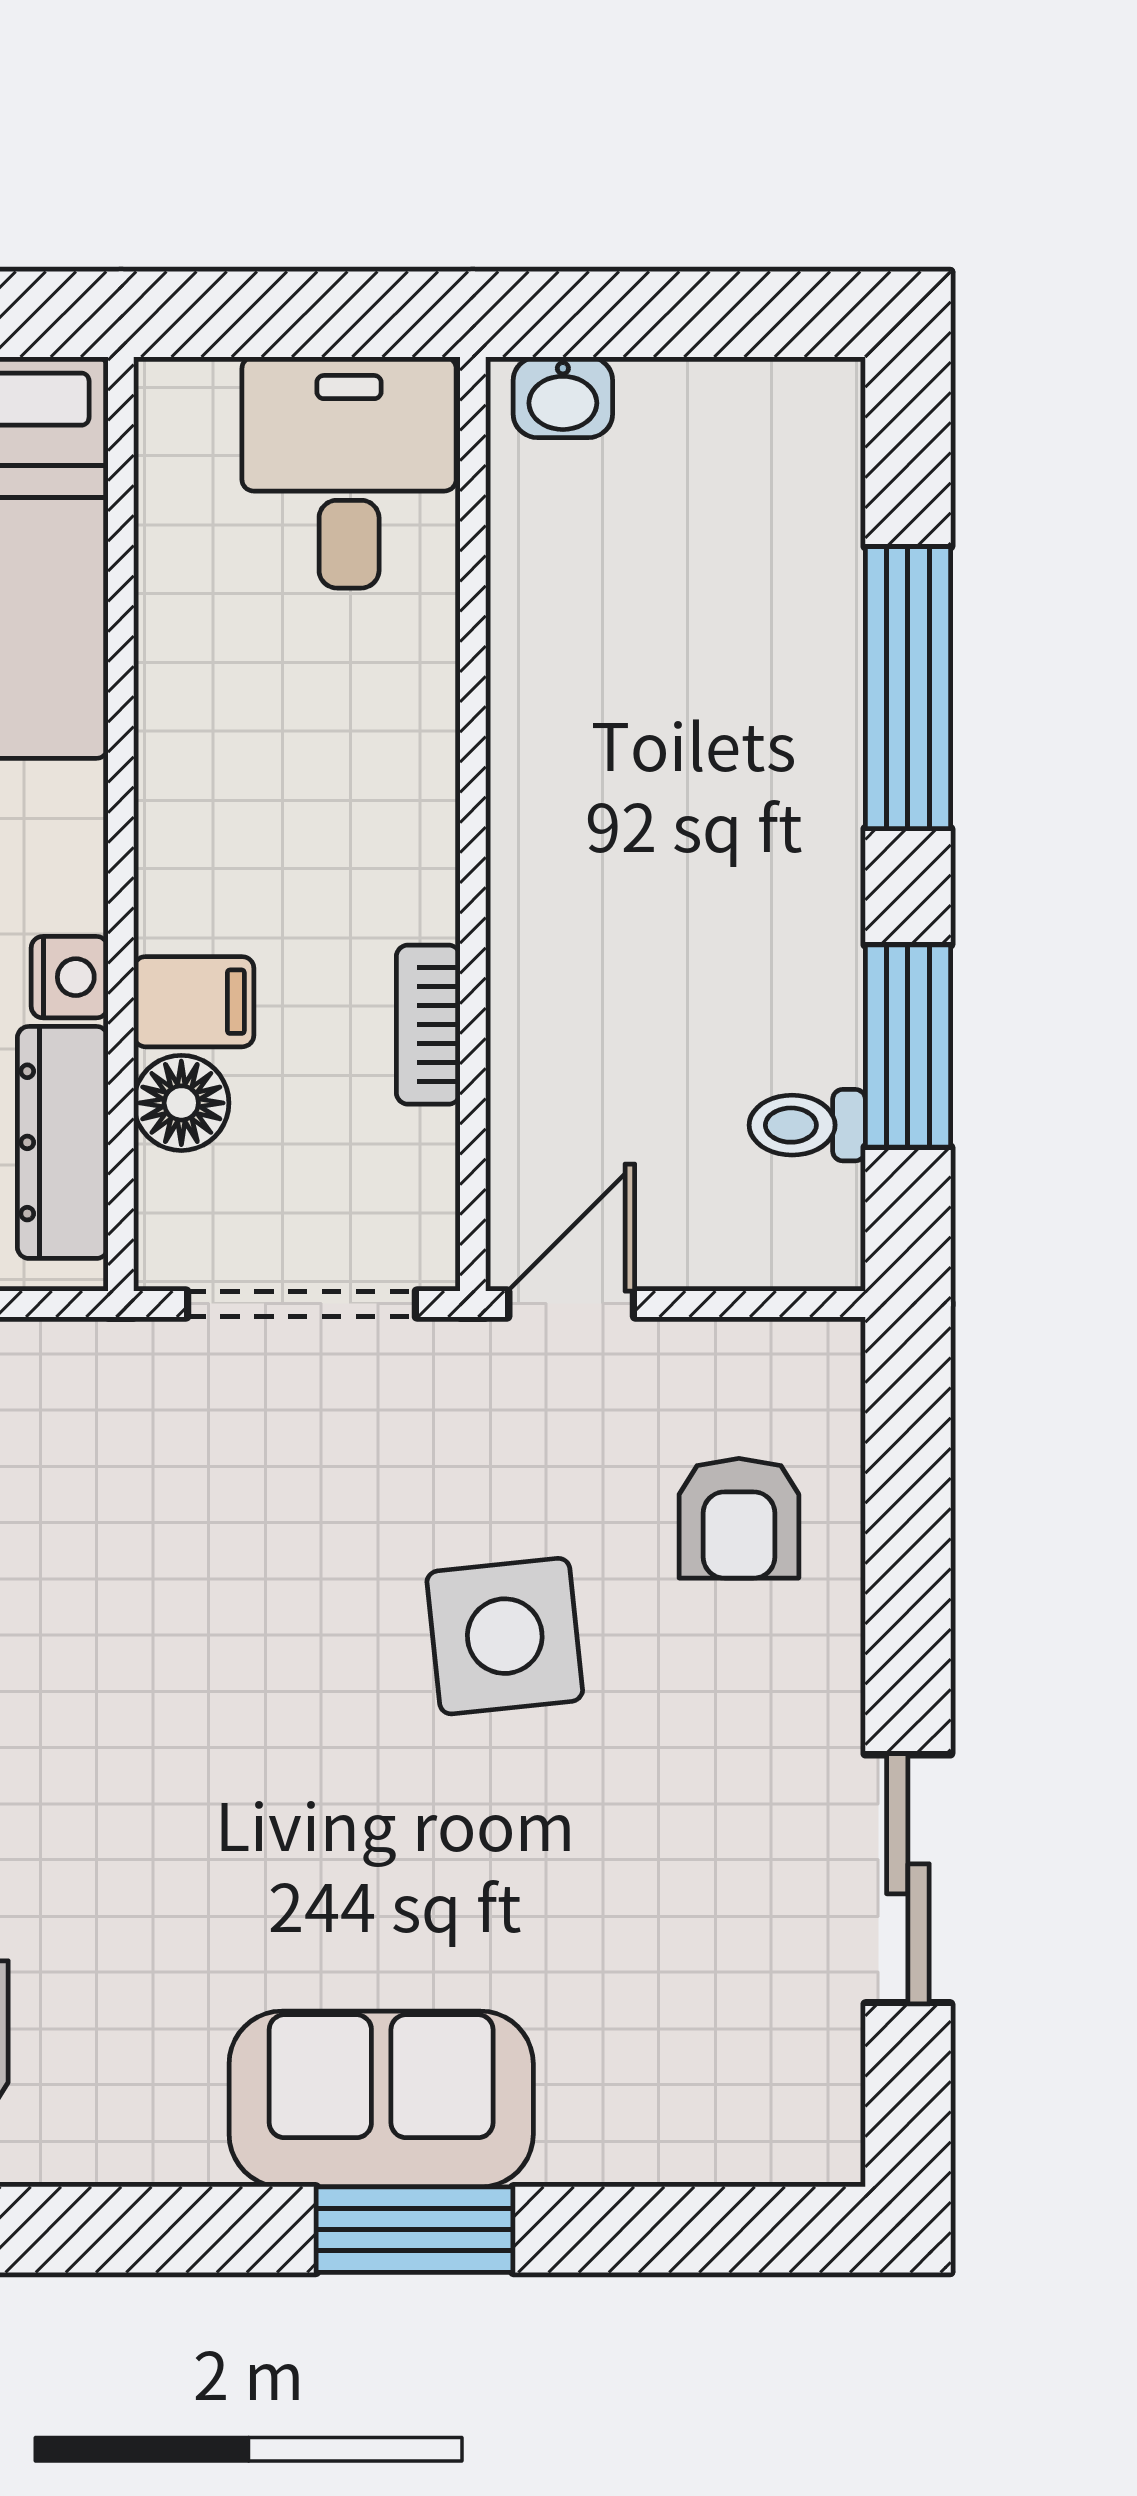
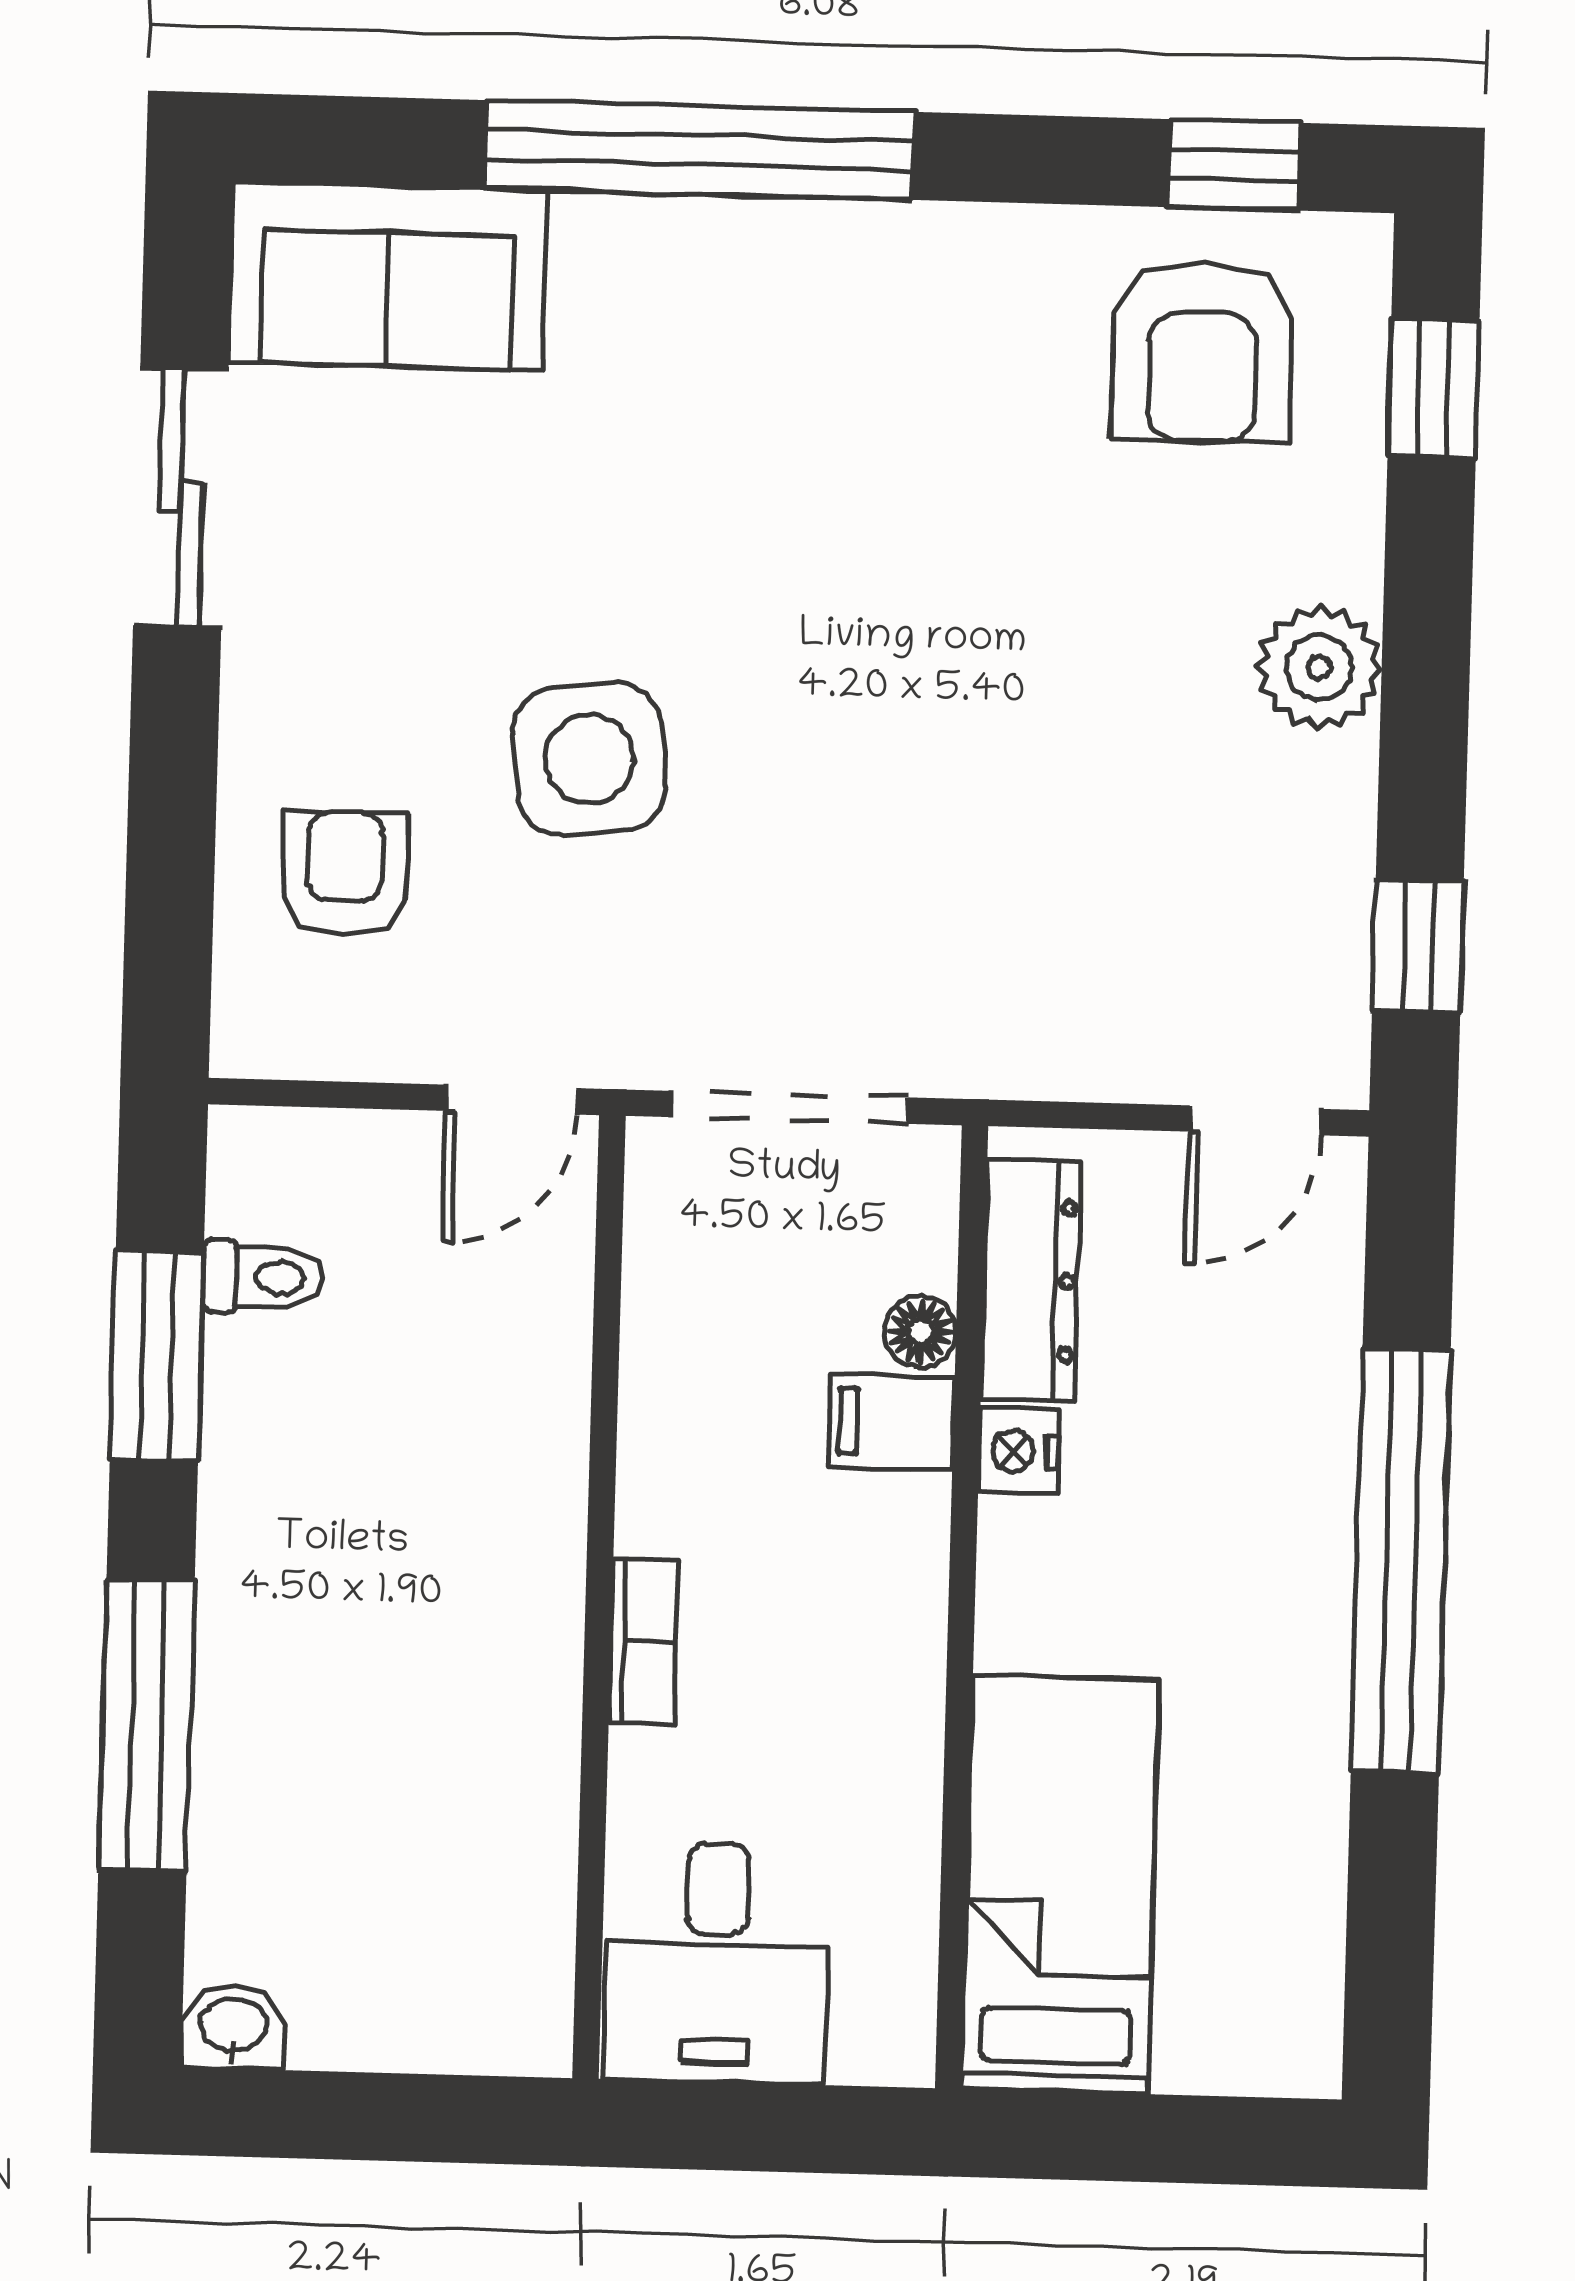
washbasin: (563, 397) -> (233, 2027), moved
bookcase: (428, 1025) -> (644, 1641), moved
floor lamp: (181, 1103) -> (920, 1332), width x0.73, depth x0.73
sofa: (381, 2099) -> (388, 276), moved
window: (415, 2230) -> (699, 150), width x2.11

